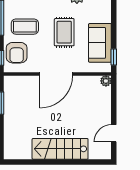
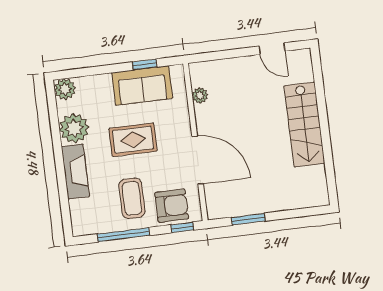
window: (114, 57) -> (145, 64), moved
door: (56, 74) -> (198, 160), moved
plant: (106, 81) -> (200, 95), moved

